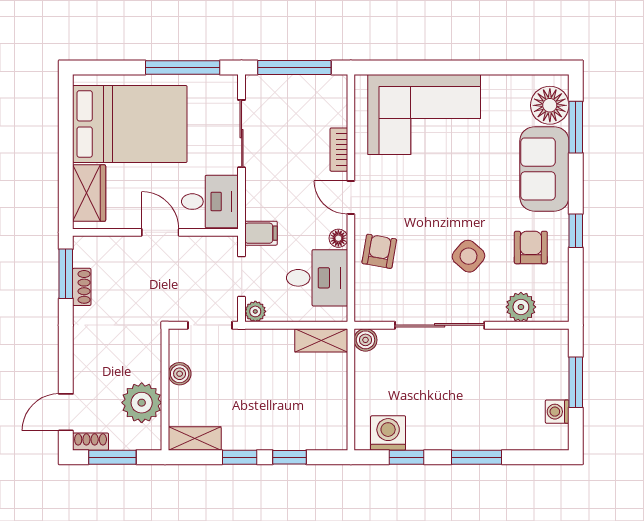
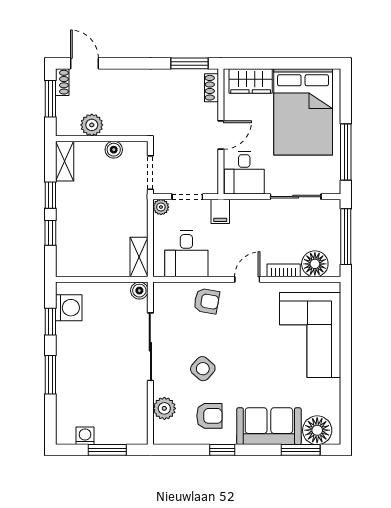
floor lamp: (338, 238) -> (315, 264), moved, width x1.89, depth x1.89
shoe rack: (82, 287) -> (212, 88), moved, turned 90
plant: (142, 403) -> (92, 125), width x0.73, depth x0.73

